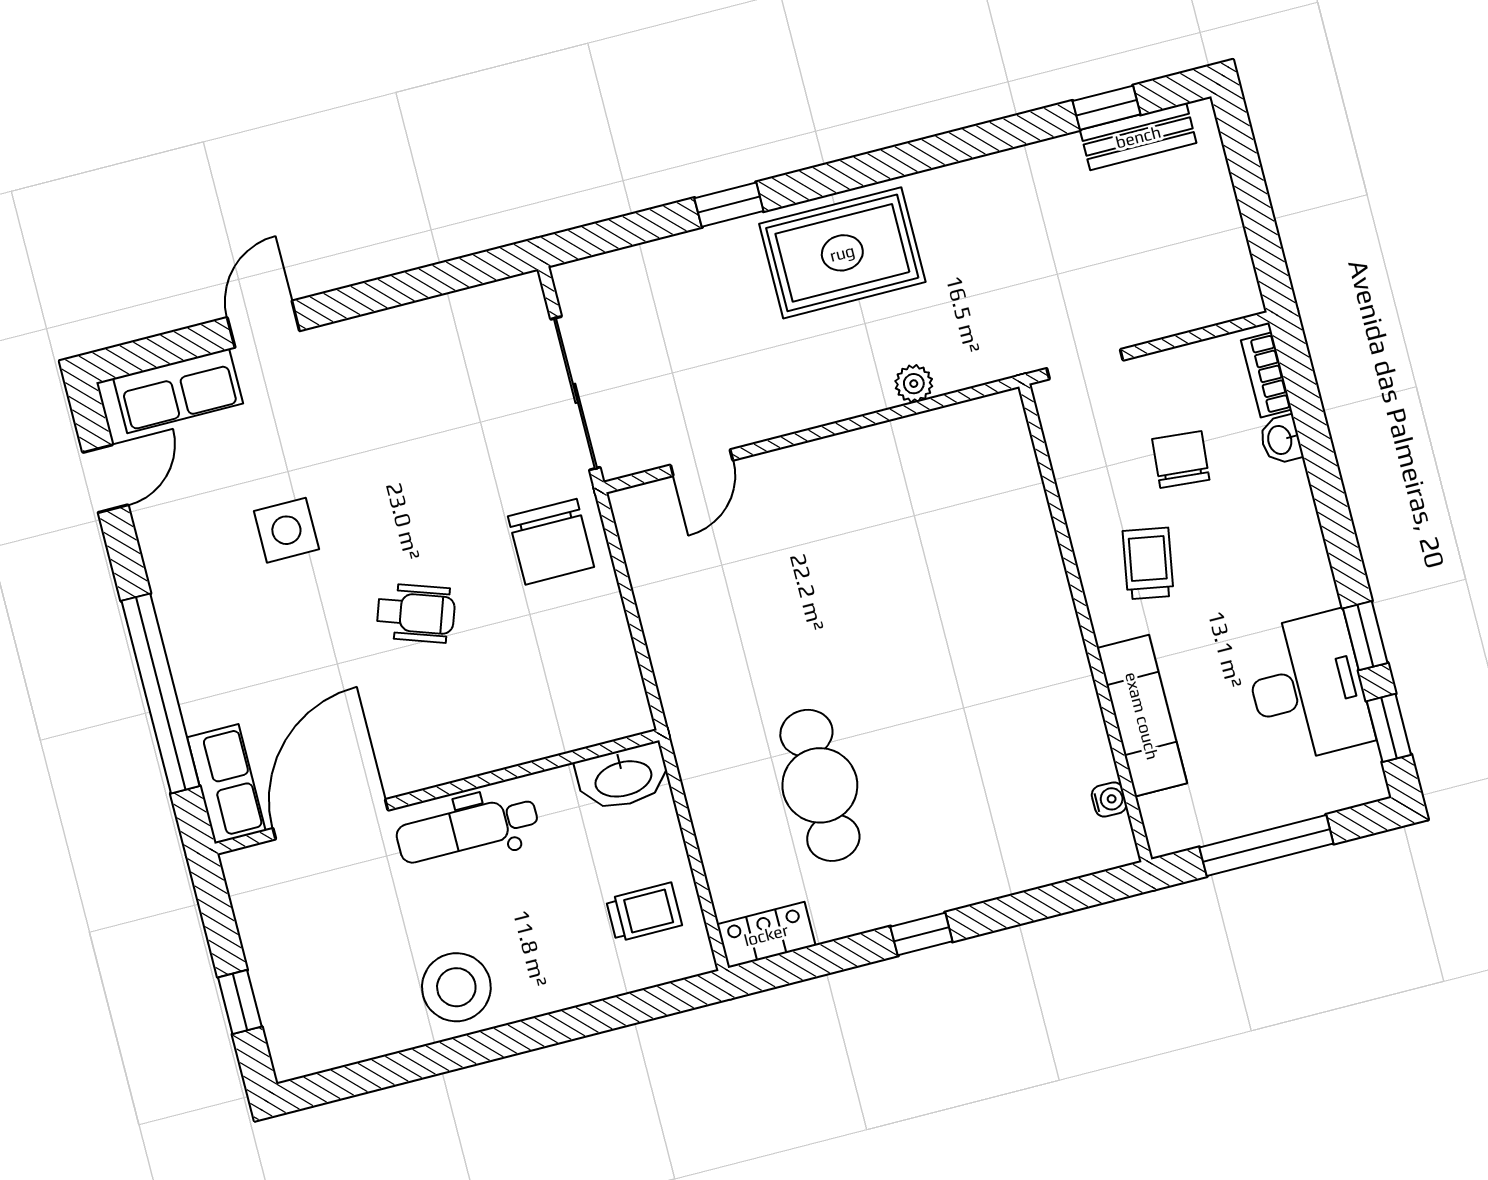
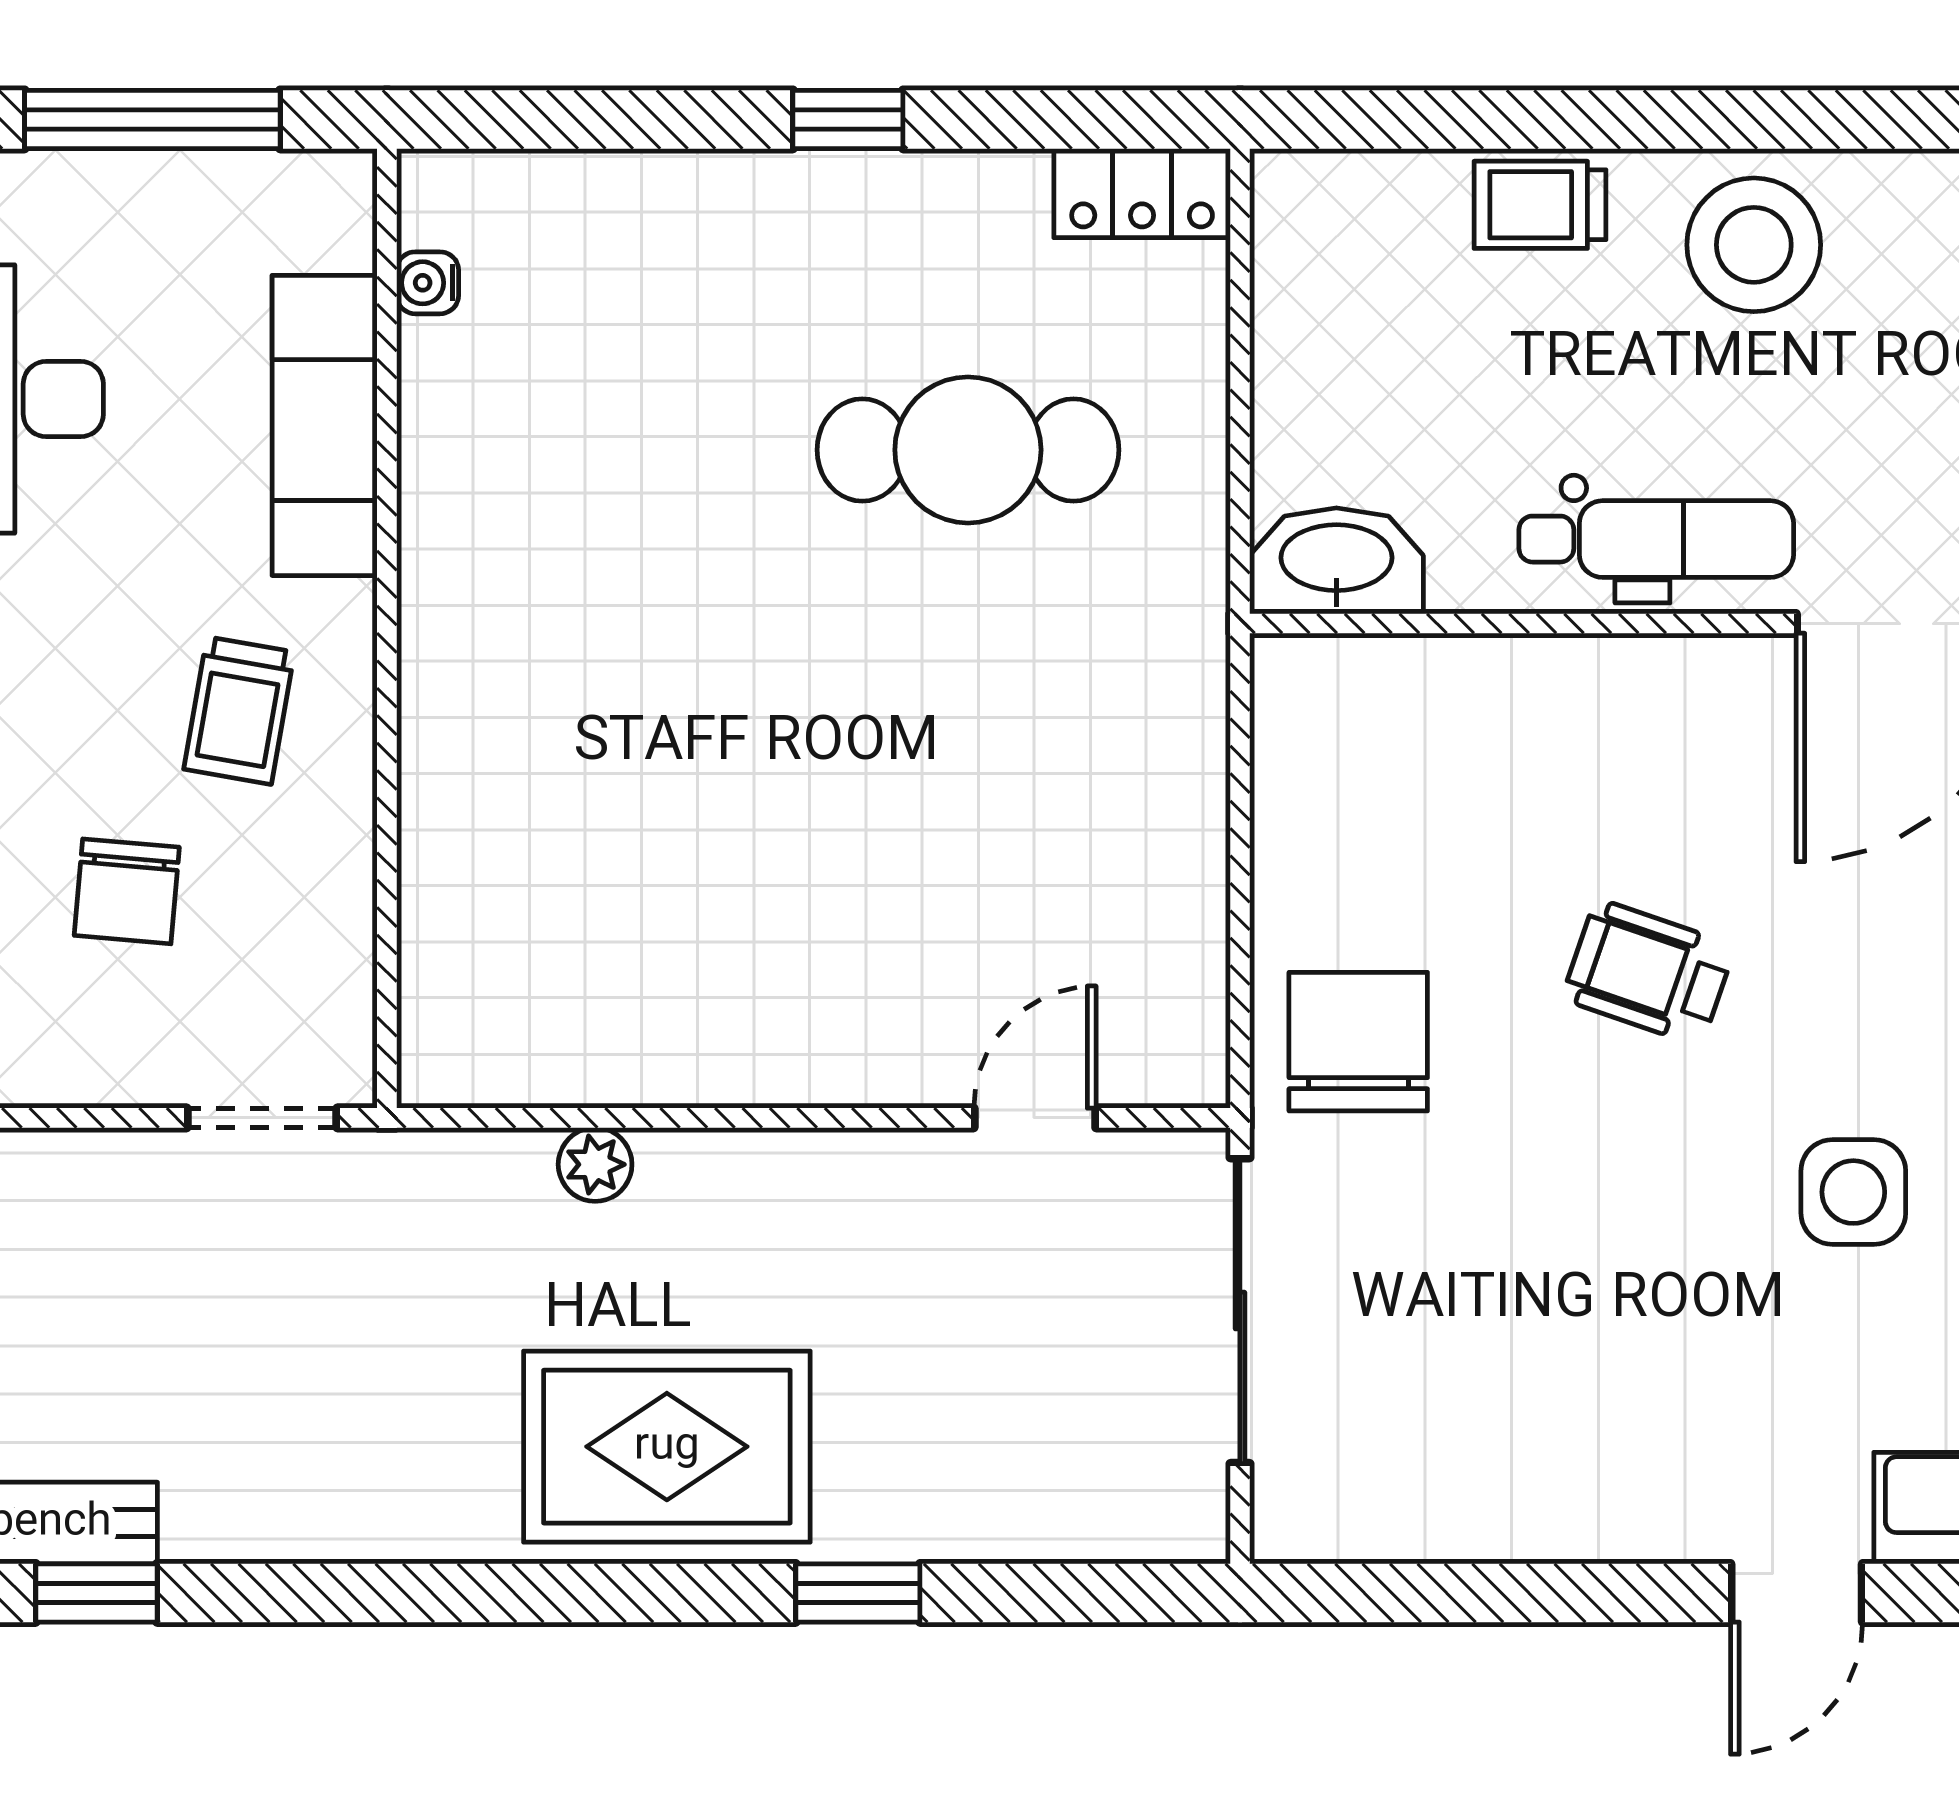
cafe table: (820, 785) -> (968, 450), turned 90
trolley: (644, 912) -> (1540, 205), moved

